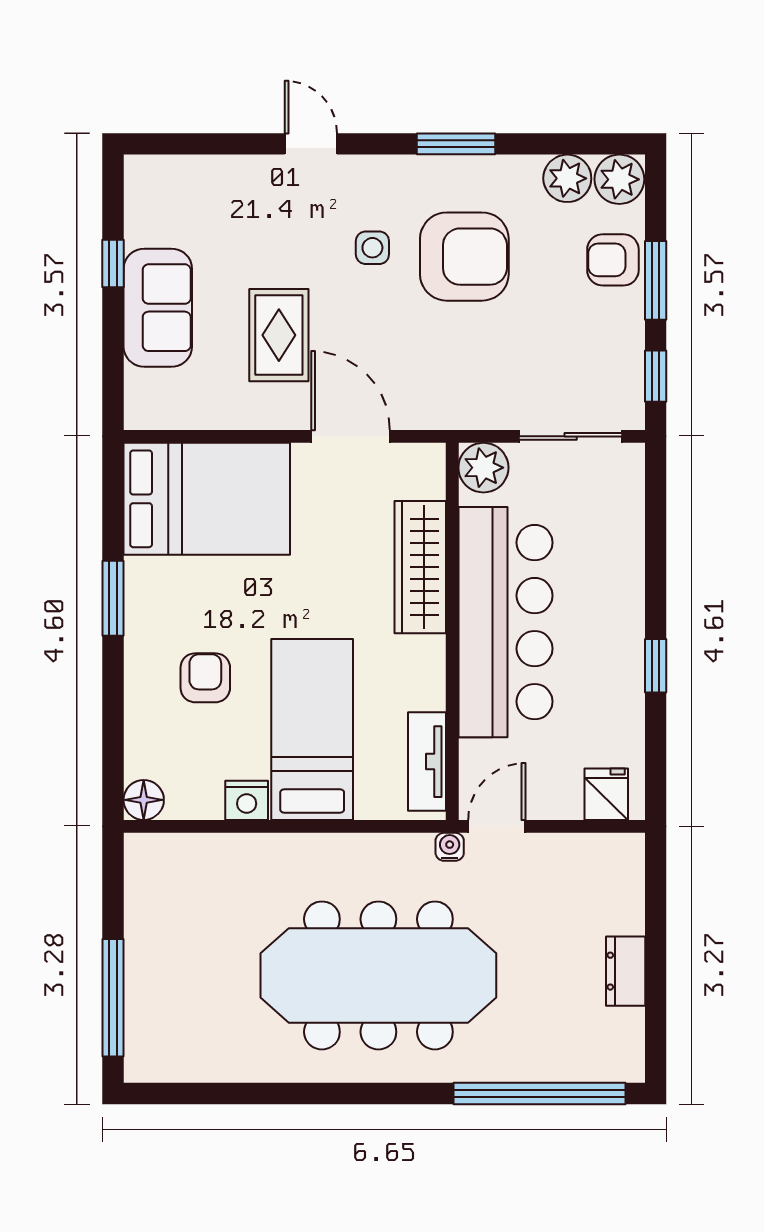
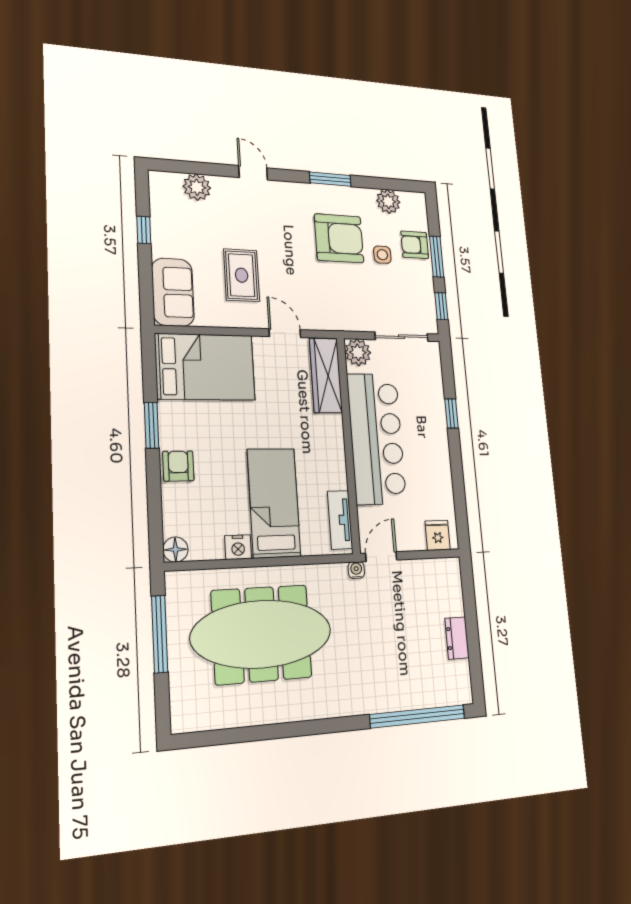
plant: (619, 179) -> (197, 187), moved
side table: (372, 248) -> (382, 255), moved
sofa: (158, 308) -> (173, 292), moved
door: (351, 436) -> (285, 333), width x0.73
wardrobe: (420, 567) -> (326, 375), moved
window: (656, 666) -> (451, 414), moved
armchair: (205, 678) -> (178, 466), moved
meeting table: (378, 975) -> (262, 634), moved
window: (113, 998) -> (160, 634), moved

